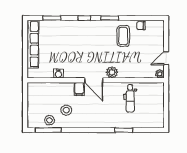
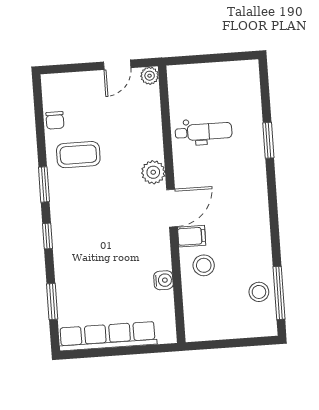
door: (166, 58) -> (117, 65), hinge flipped
stool: (66, 110) -> (204, 265), moved

